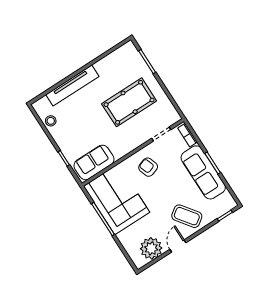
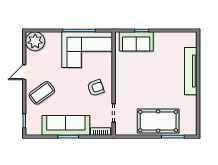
pool table: (129, 102) -> (158, 121), moved, turned 90
stool: (51, 121) -> (175, 39), removed
sofa: (94, 162) -> (136, 41), moved, turned 90
door: (178, 246) -> (24, 72), swing flipped
plant: (151, 248) -> (35, 41), moved

